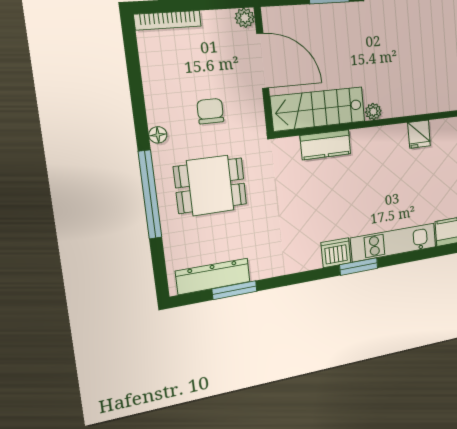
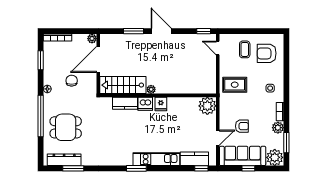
door: (263, 61) -> (98, 59), swing flipped
window: (134, 73) -> (41, 60), added
fridge: (419, 134) -> (161, 104), moved
dining table: (210, 186) -> (66, 127), moved
dishwasher: (336, 253) -> (145, 104), moved, turned 180

